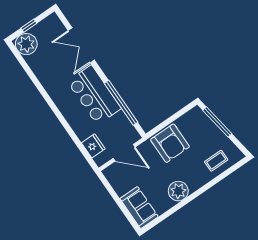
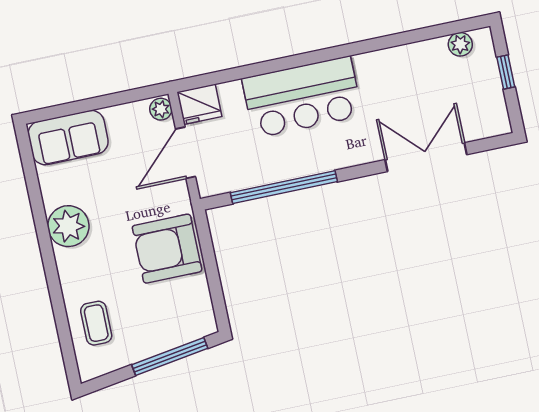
plant: (26, 44) -> (460, 44), width x0.53, depth x0.53
bar counter: (94, 95) -> (302, 97), moved, turned 180
fridge: (93, 146) -> (199, 104), moved
plant: (109, 172) -> (161, 109), added

